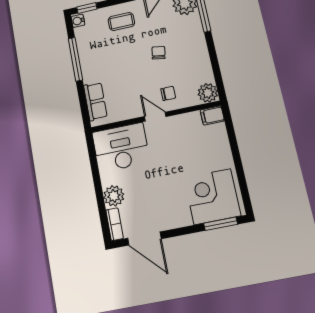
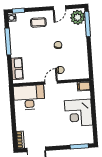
plant: (208, 93) -> (83, 73), removed
door: (155, 117) -> (51, 82), hinge flipped
plant: (114, 196) -> (22, 124), removed
corner desk: (212, 197) -> (78, 113), moved, turned -90

